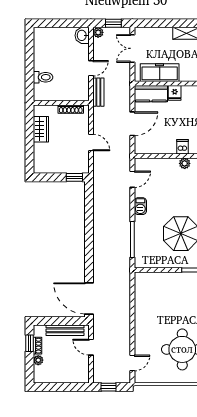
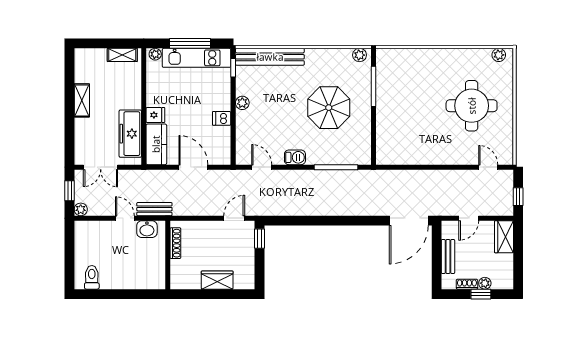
washbasin: (82, 35) -> (147, 229), moved
toilet: (43, 77) -> (92, 277), moved
wardrobe: (41, 129) -> (217, 280), moved
door: (91, 142) -> (234, 218), moved
dishwasher: (182, 147) -> (222, 118), moved
bench: (65, 330) -> (448, 256), width x0.73
window: (29, 343) -> (481, 294), moved
wardrobe: (76, 376) -> (504, 237), added

